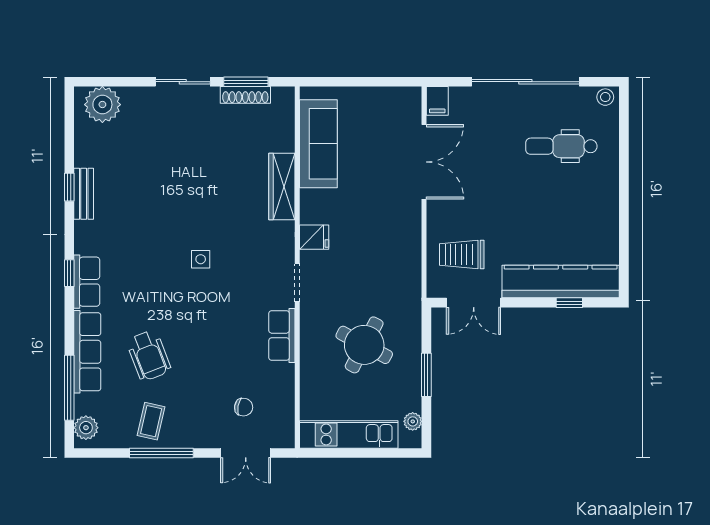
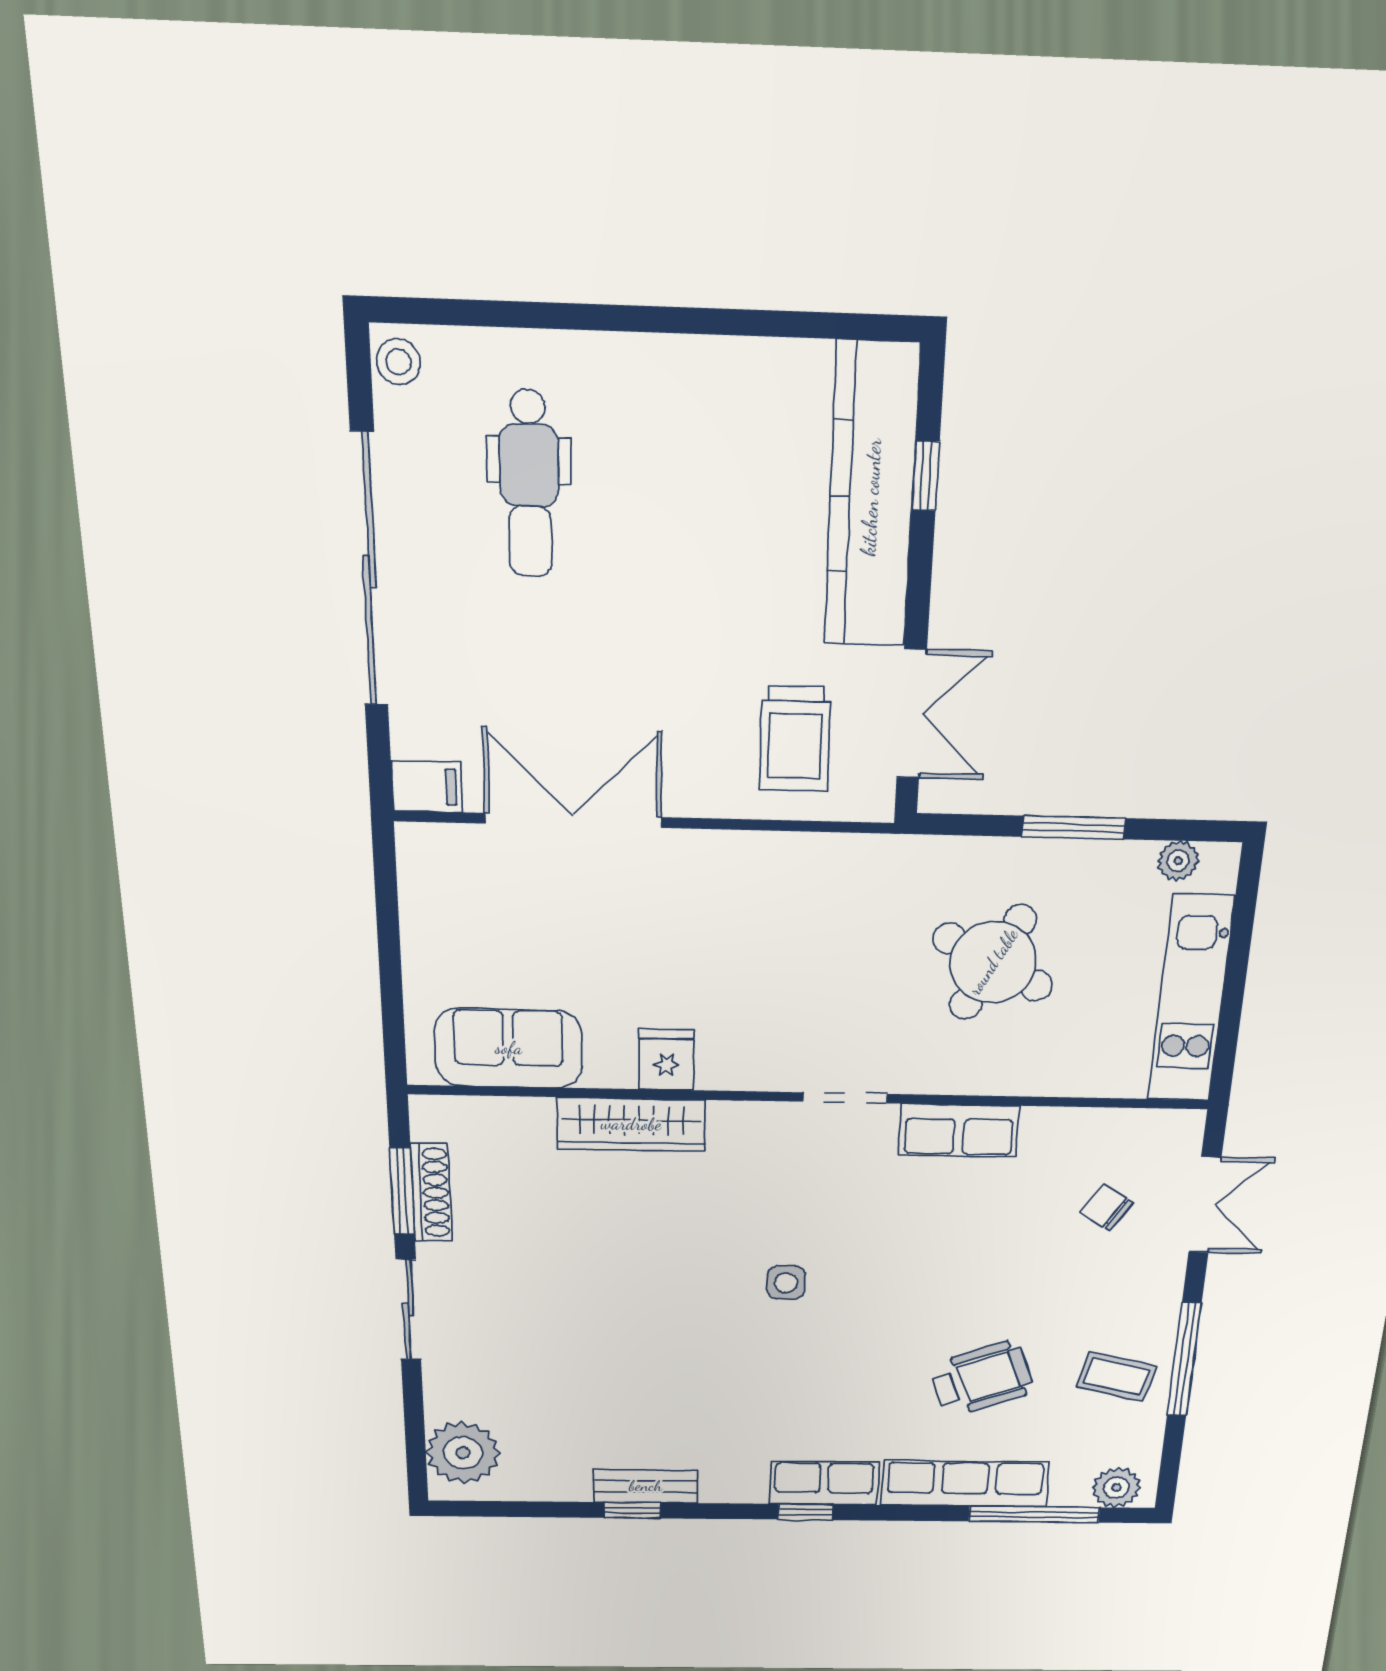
sofa: (318, 144) -> (509, 1048), width x0.73
fridge: (314, 237) -> (666, 1060), moved
chair: (244, 407) -> (1107, 1207), turned -67

